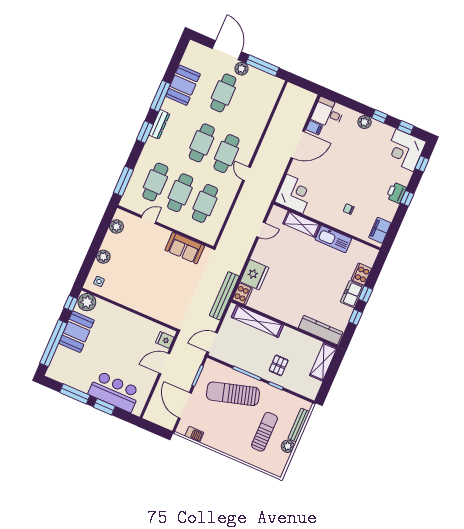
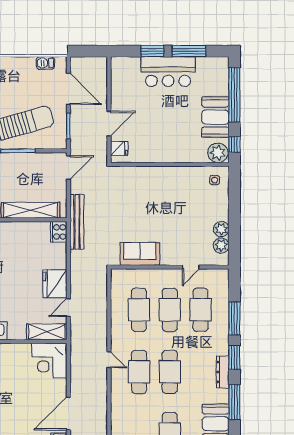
window: (124, 181) -> (234, 318), moved
shelving: (302, 224) -> (47, 332), moved
plant: (103, 257) -> (221, 229), moved
fridge: (254, 275) -> (55, 284), moved
bar counter: (114, 392) -> (168, 72), moved

